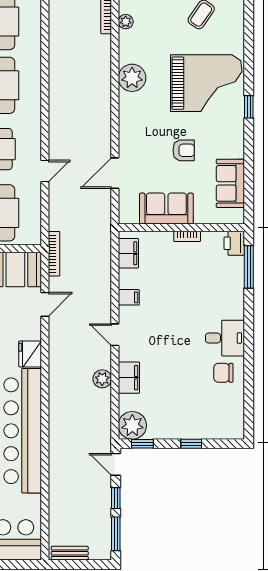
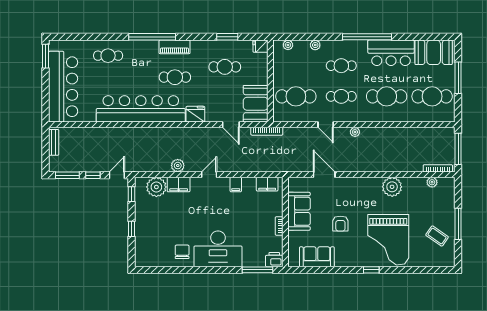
plant: (55, 130) -> (355, 132), added
desk: (225, 338) -> (218, 249), width x1.87, depth x1.30
plant: (132, 425) -> (156, 187), moved

